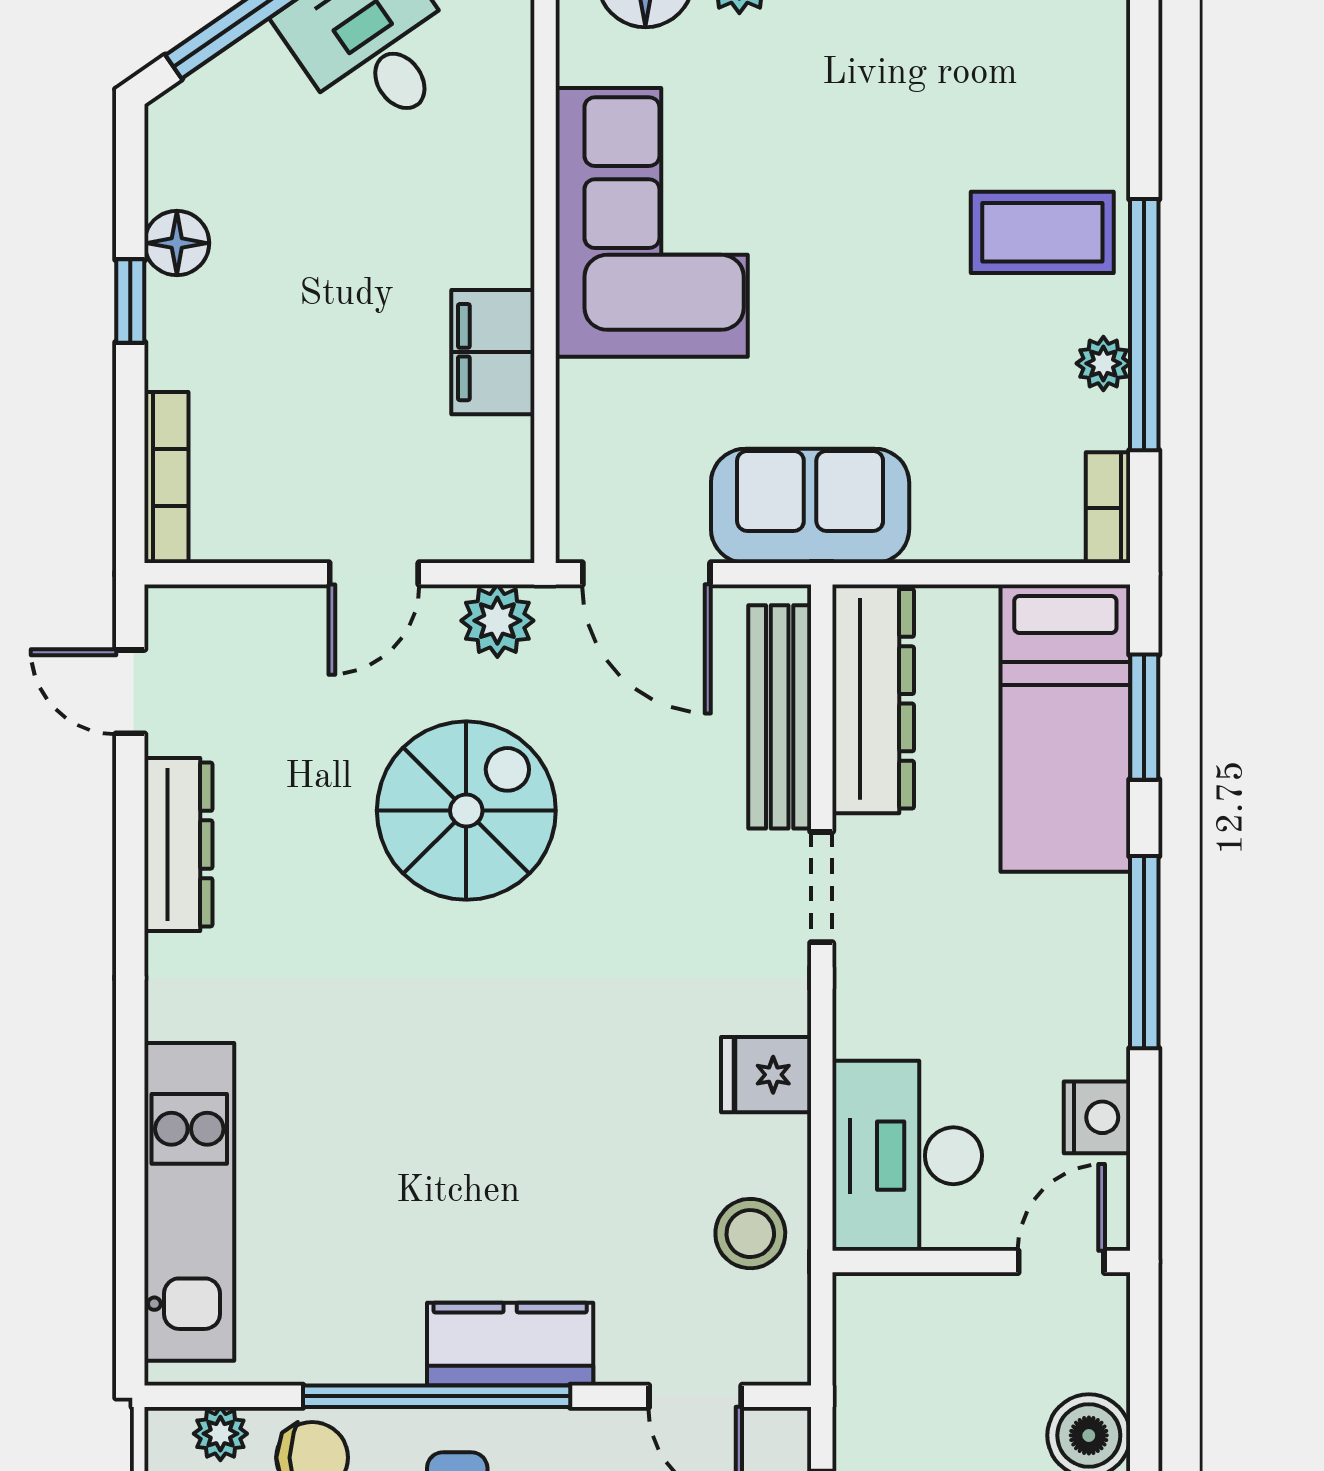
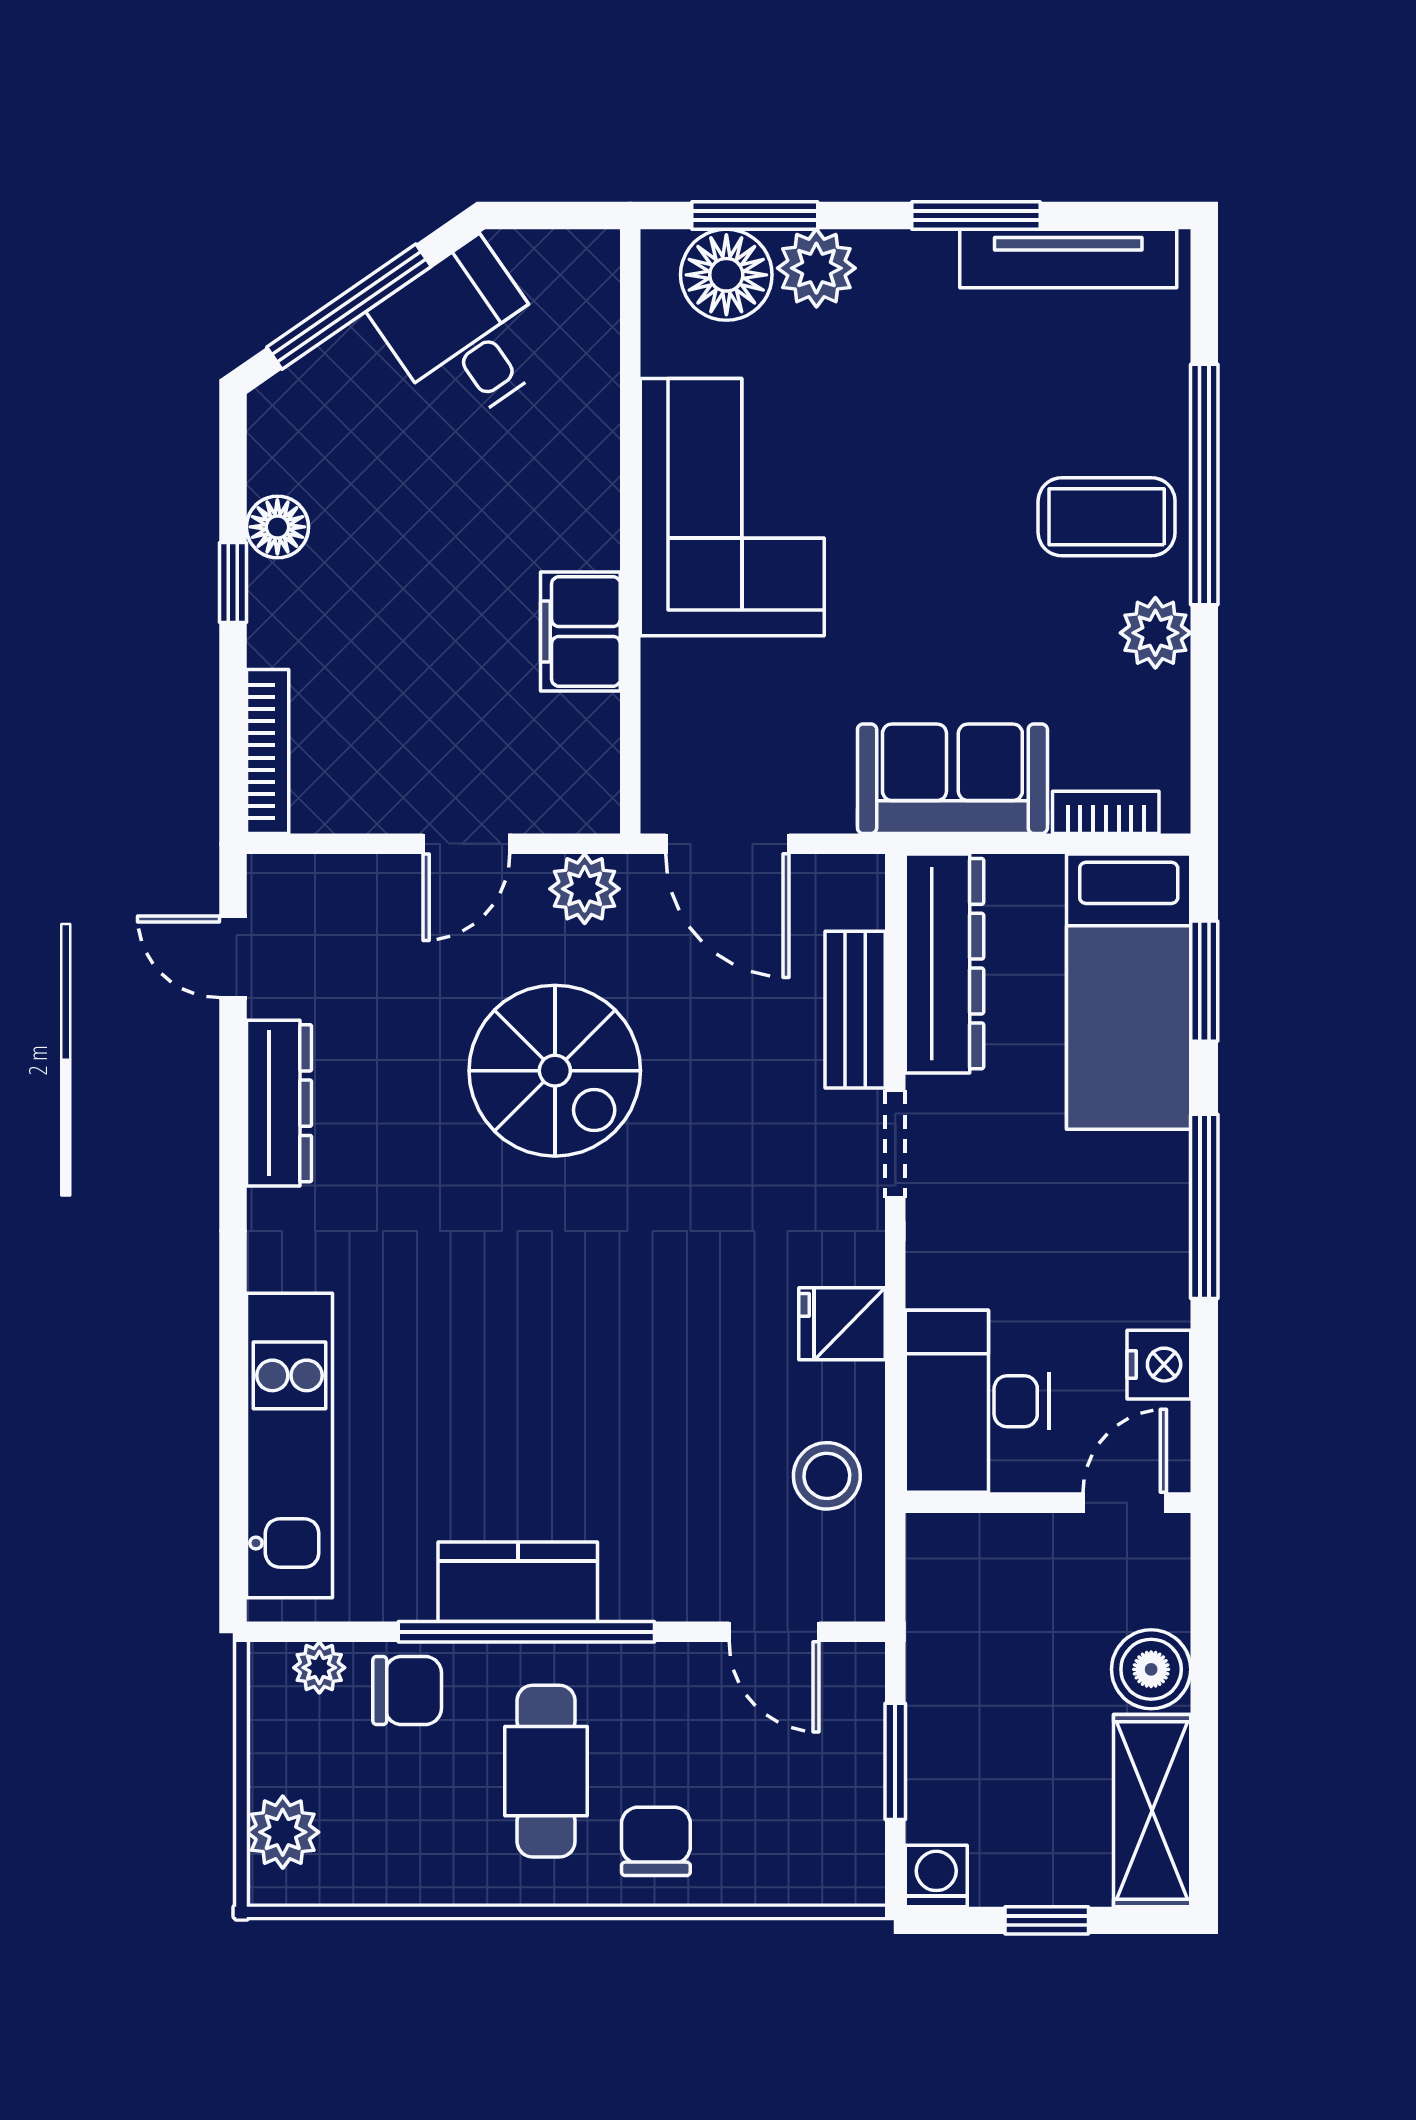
window: (1144, 325) -> (1204, 485), moved
plant: (1103, 363) -> (1155, 633), width x1.38, depth x1.38
sofa: (810, 506) -> (952, 779), moved
bookcase: (1108, 508) -> (1106, 812), moved, turned 90
bench: (780, 717) -> (855, 1010), width x0.73
spiral stairs: (466, 811) -> (555, 1071), turned 90
kitchen counter: (510, 1344) -> (518, 1582), moved

